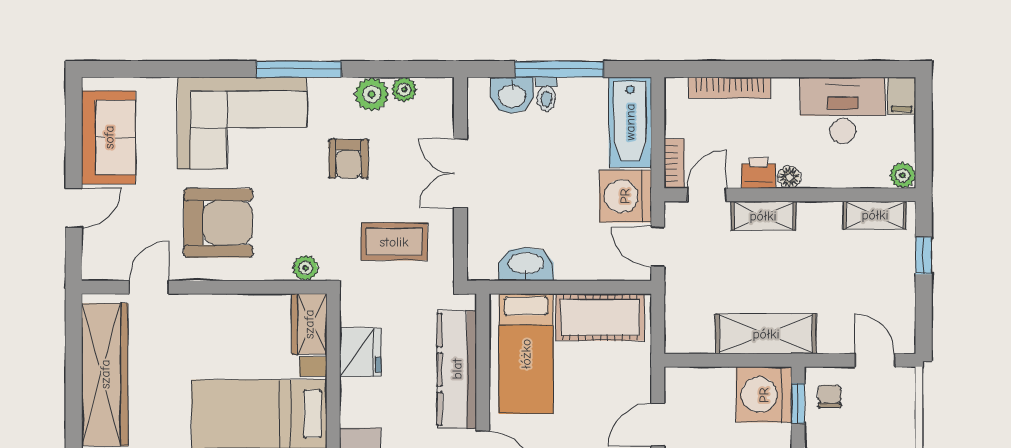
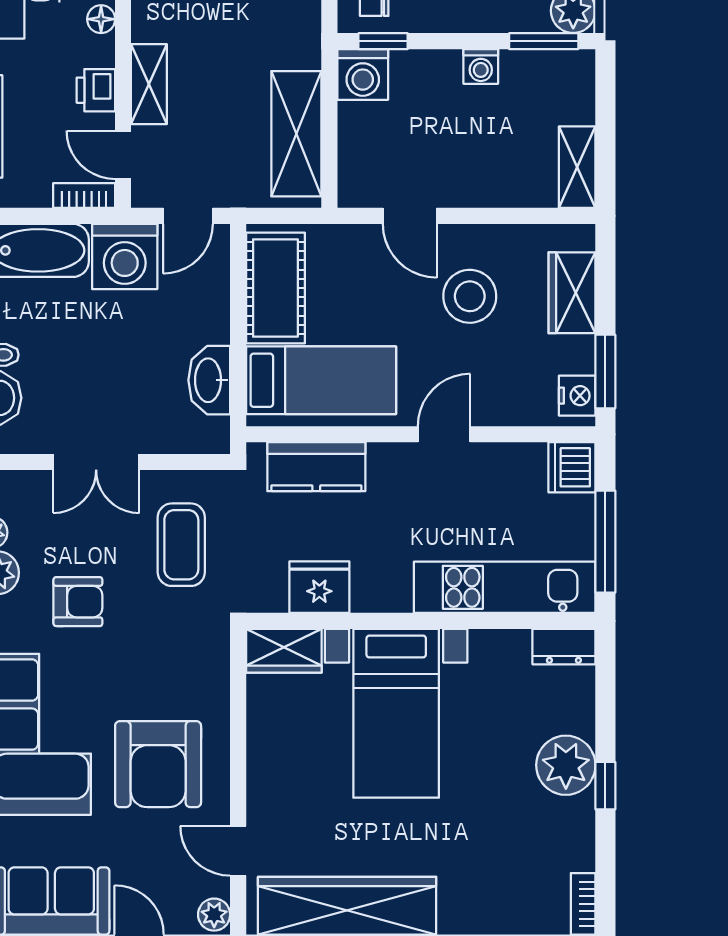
floor lamp: (789, 177) -> (101, 19), moved
armchair: (218, 223) -> (158, 764), turned 180
plant: (306, 268) -> (214, 915), moved
shelving: (766, 334) -> (296, 134), moved
kitchen counter: (457, 369) -> (316, 467), width x0.67
washing machine: (764, 395) -> (363, 74), width x0.73, depth x0.73

